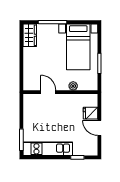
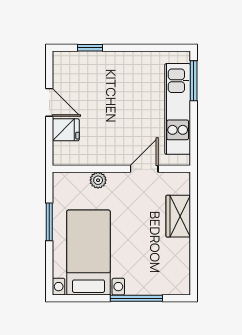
wardrobe: (30, 35) -> (178, 216), moved
door: (48, 92) -> (144, 169), swing flipped
kitchen unit: (48, 149) -> (178, 109), moved, turned 90

